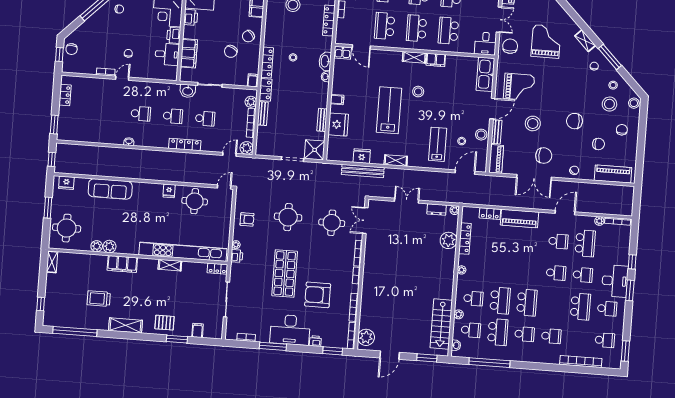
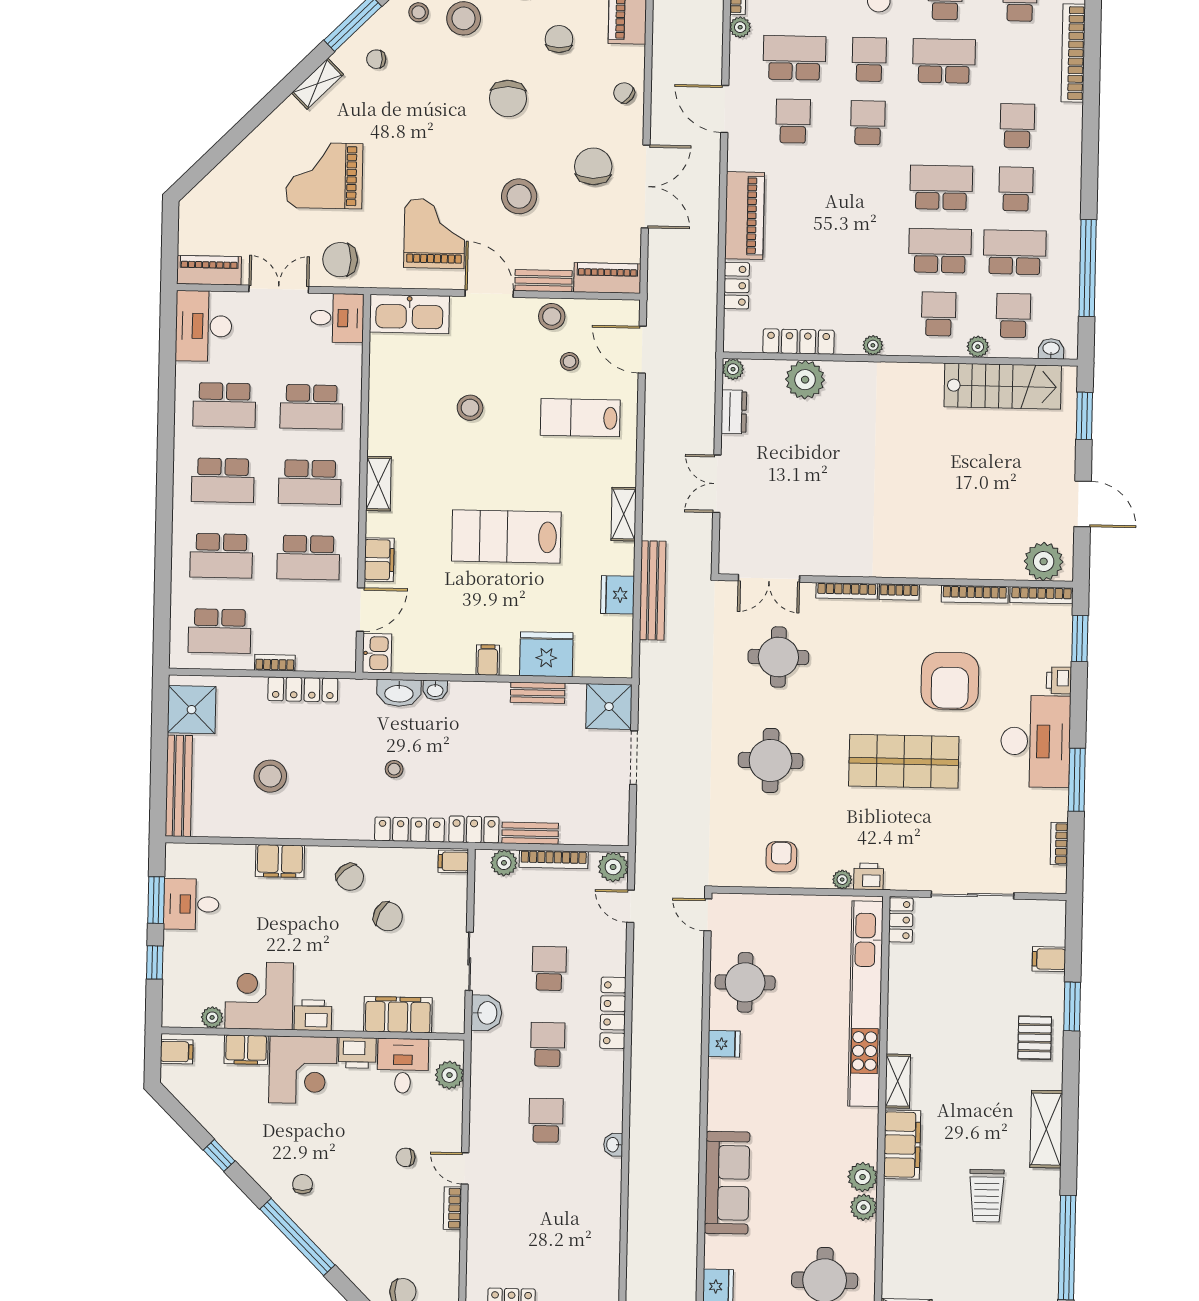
filing cabinet: (436, 60) -> (379, 560), moved
plant: (162, 74) -> (449, 1075), added
stool: (418, 92) -> (470, 408), moved
shelving: (170, 265) -> (898, 1081), moved

